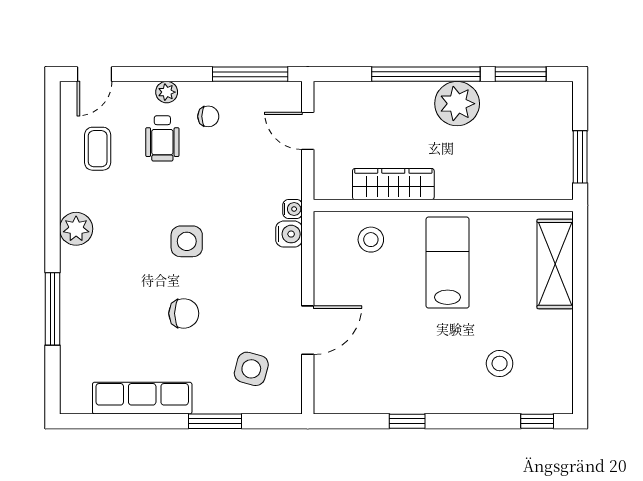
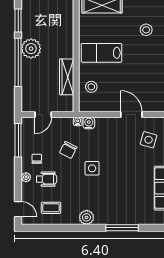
chair: (184, 313) -> (68, 150), moved, turned -153

